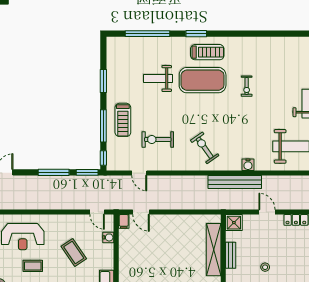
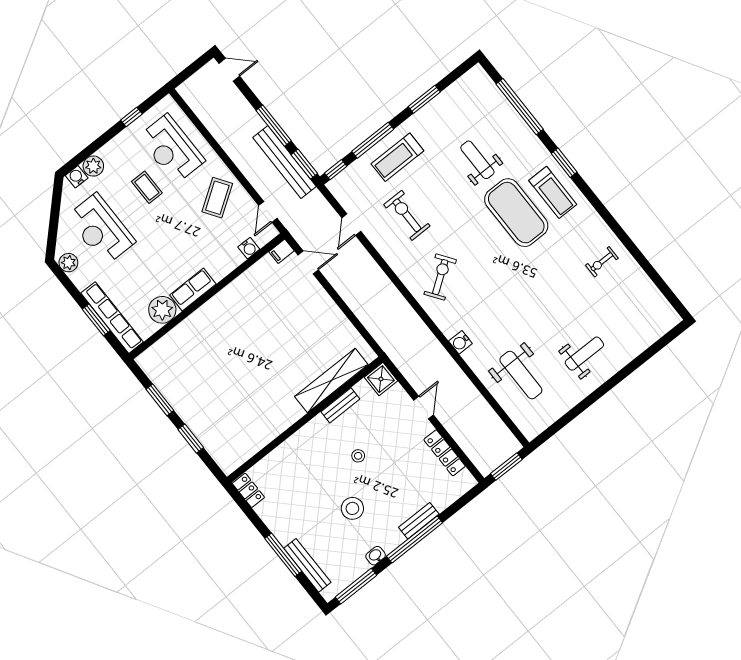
exercise bike: (247, 86) -> (602, 262), moved
bench: (235, 182) -> (284, 162), moved
door: (141, 212) -> (308, 262), swing flipped
coffee table: (74, 253) -> (217, 198), moved

